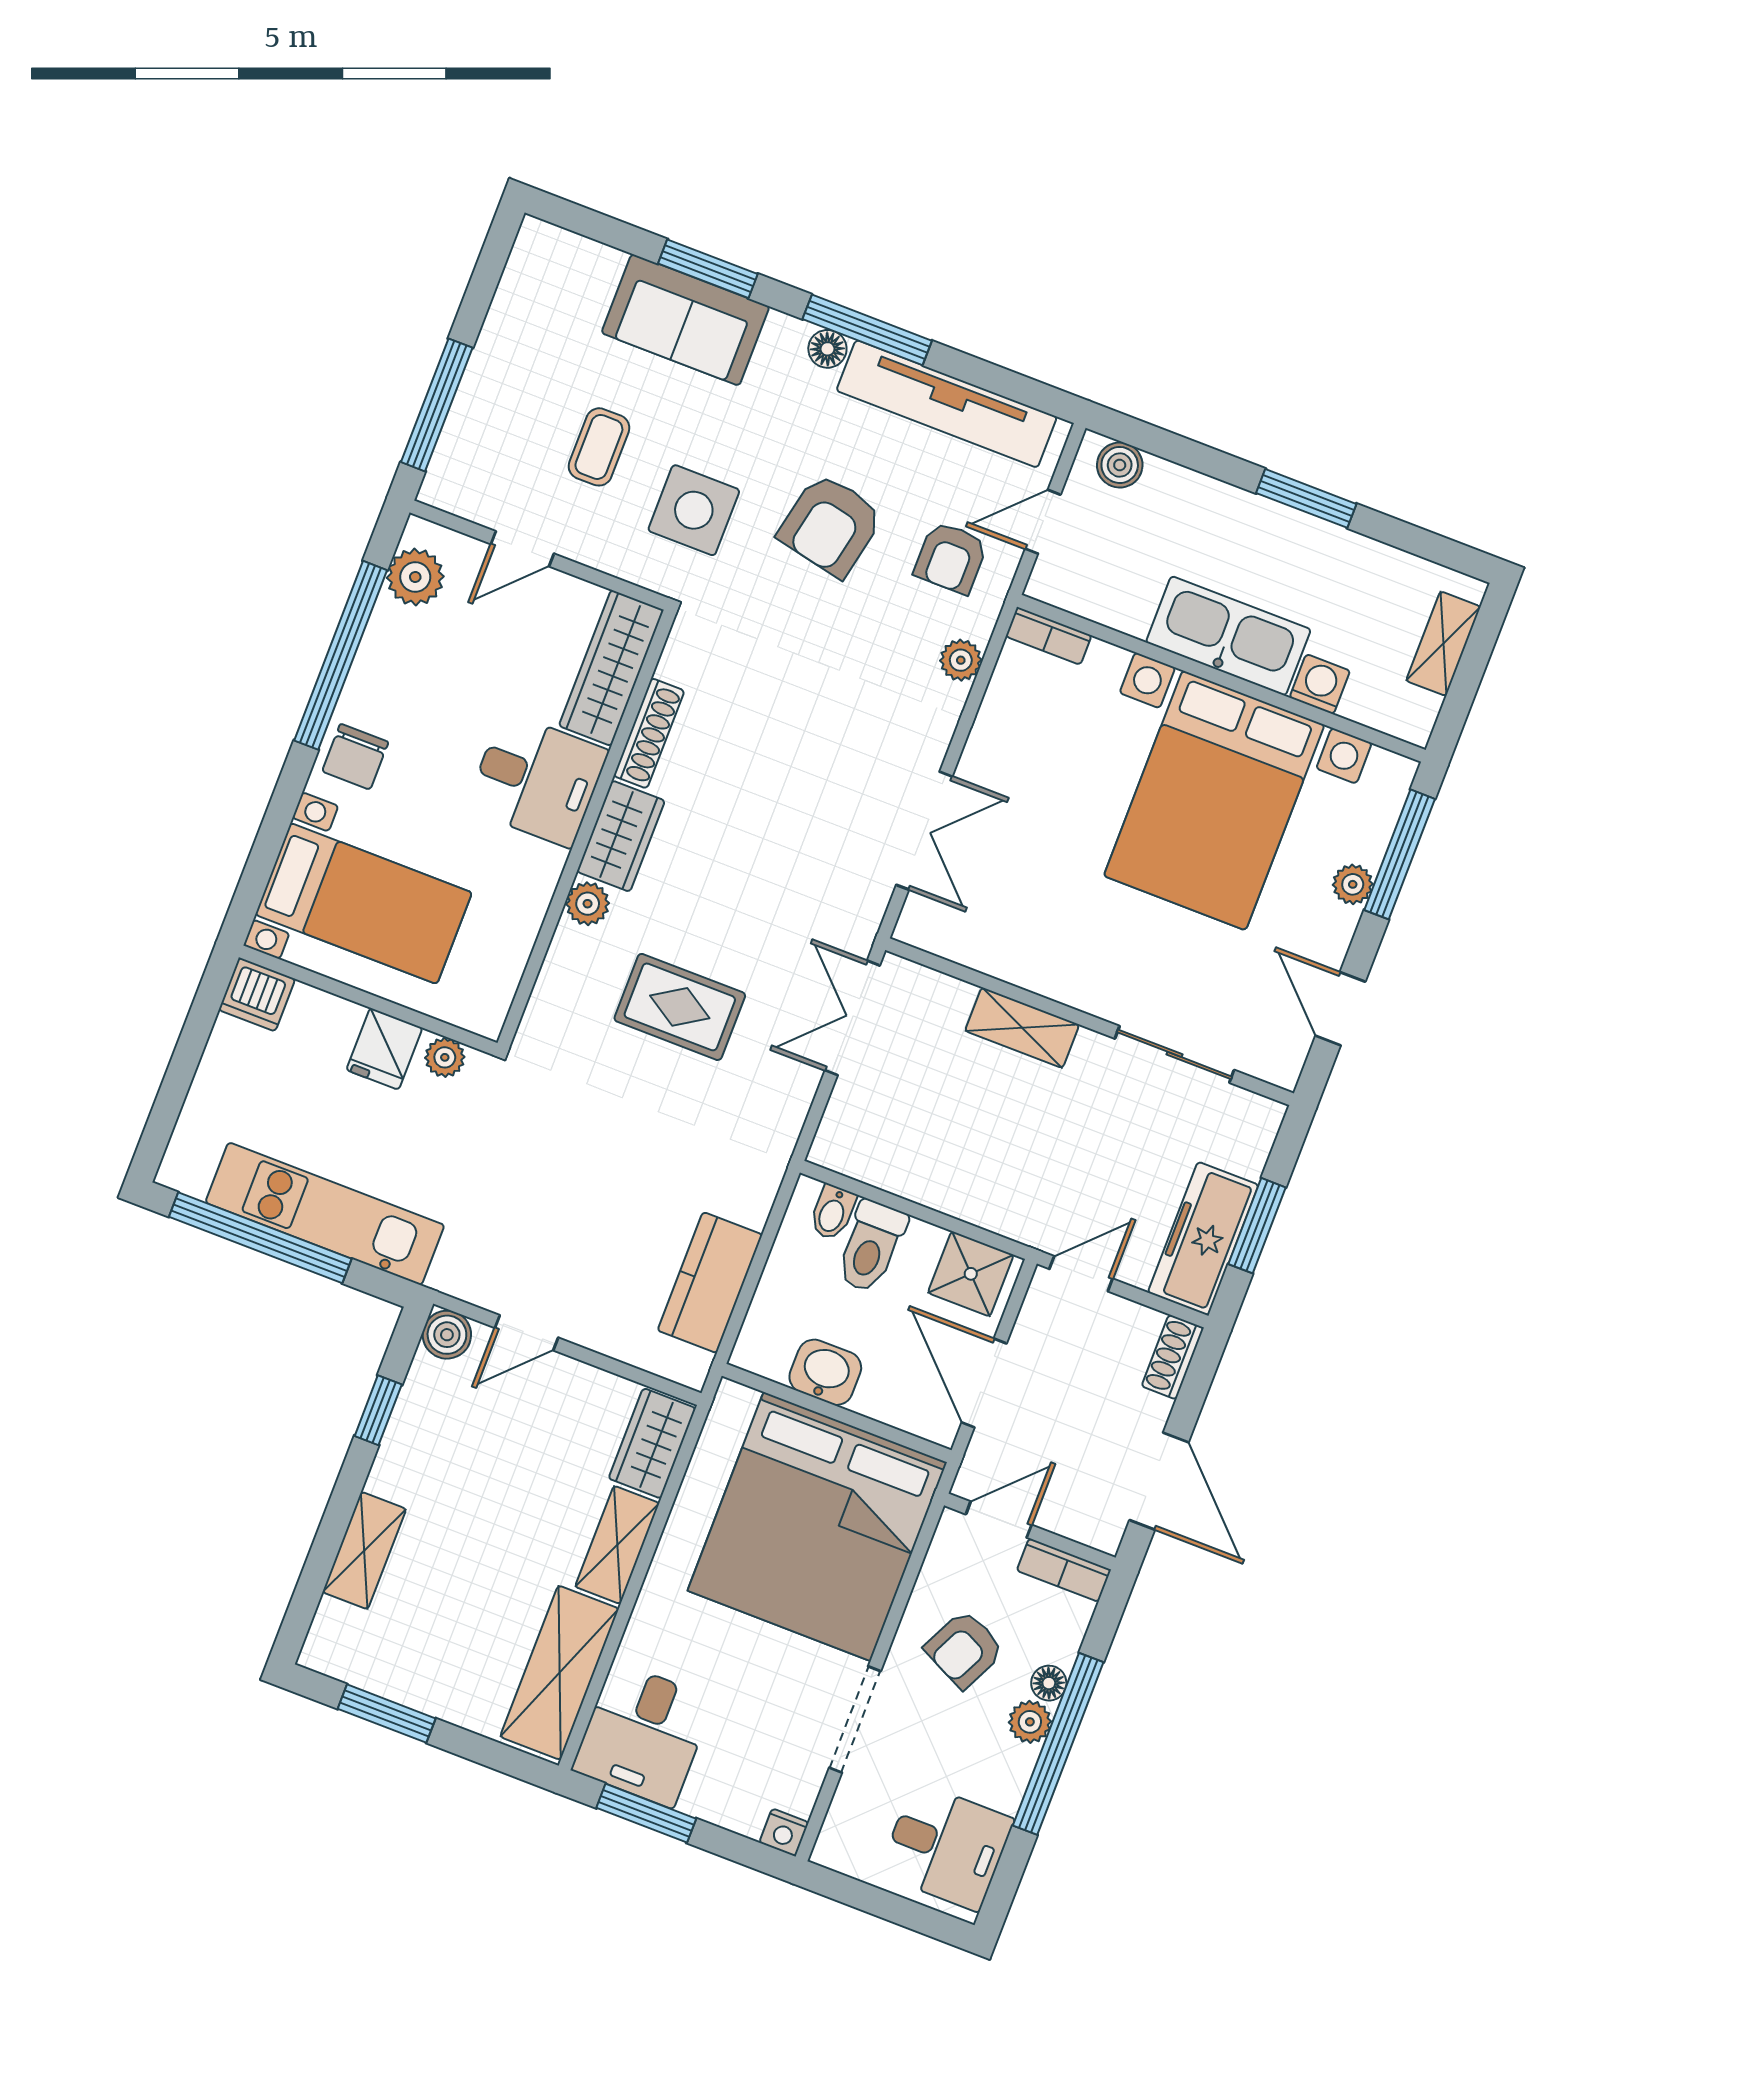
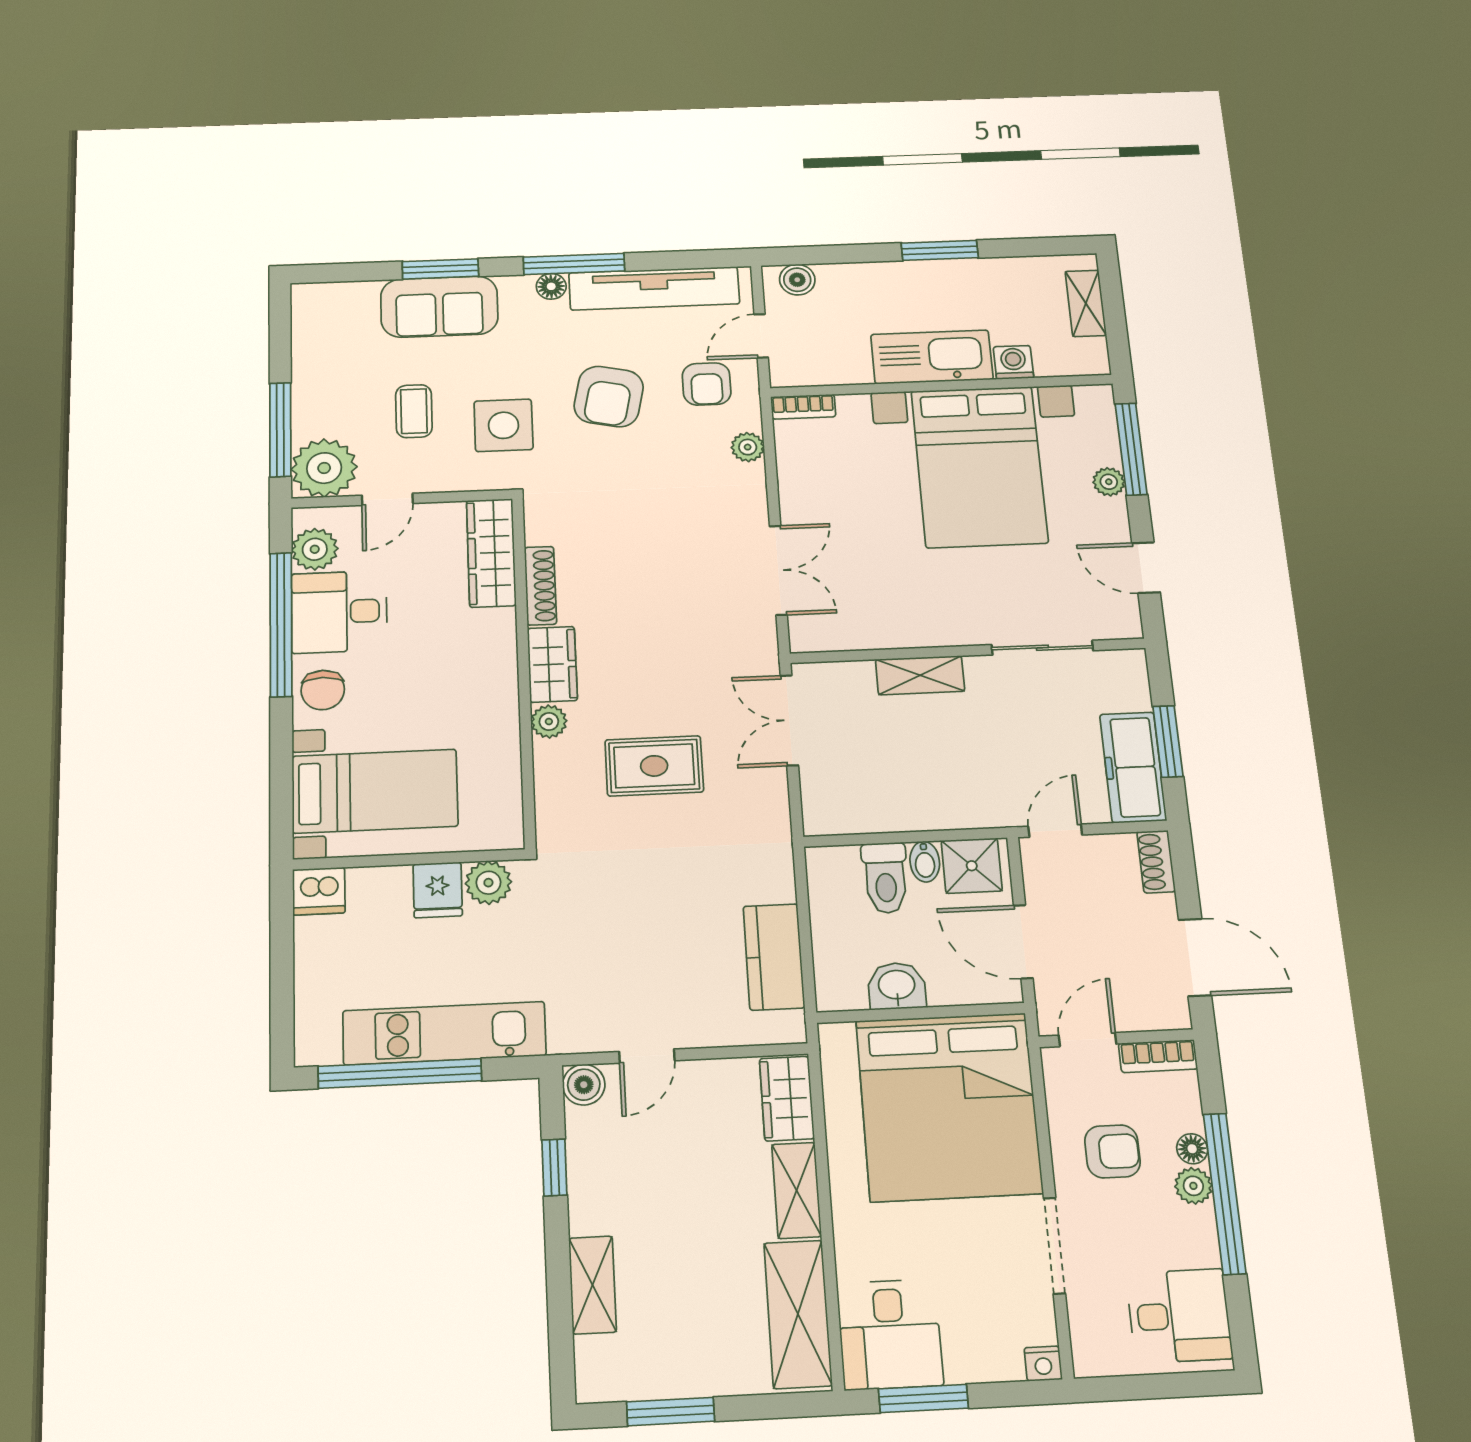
plant: (467, 477) -> (324, 468), added
desk: (537, 779) -> (339, 612), moved, turned 180
plant: (445, 1057) -> (488, 883), width x1.38, depth x1.38
bidet: (833, 1212) -> (925, 862), moved
armchair: (964, 1649) -> (1112, 1151), turned -116

